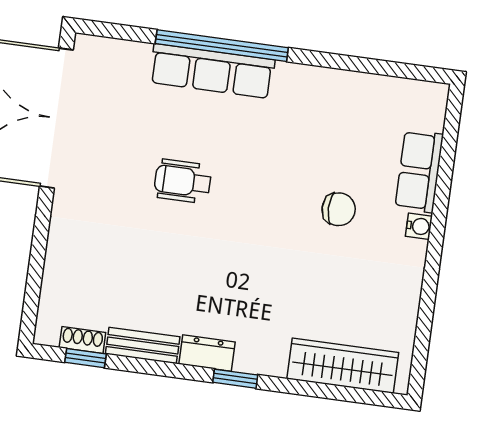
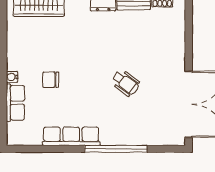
row of seats: (212, 71) -> (71, 136), moved
wheelchair: (183, 181) -> (125, 83), turned 37

